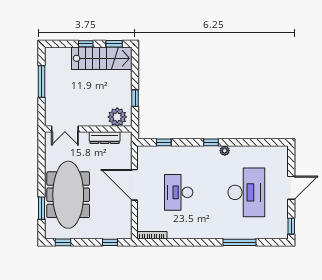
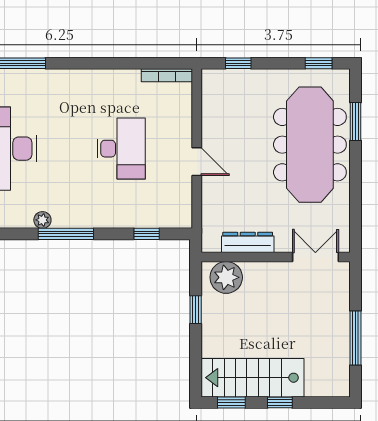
window: (211, 142) -> (66, 234), width x2.17
door: (134, 185) -> (197, 162), width x0.53

